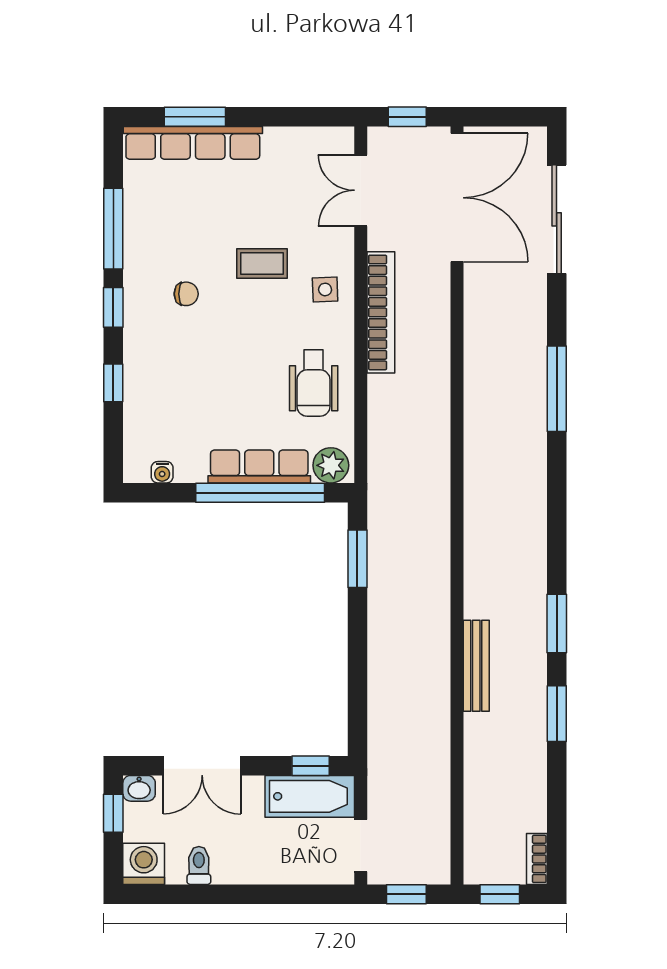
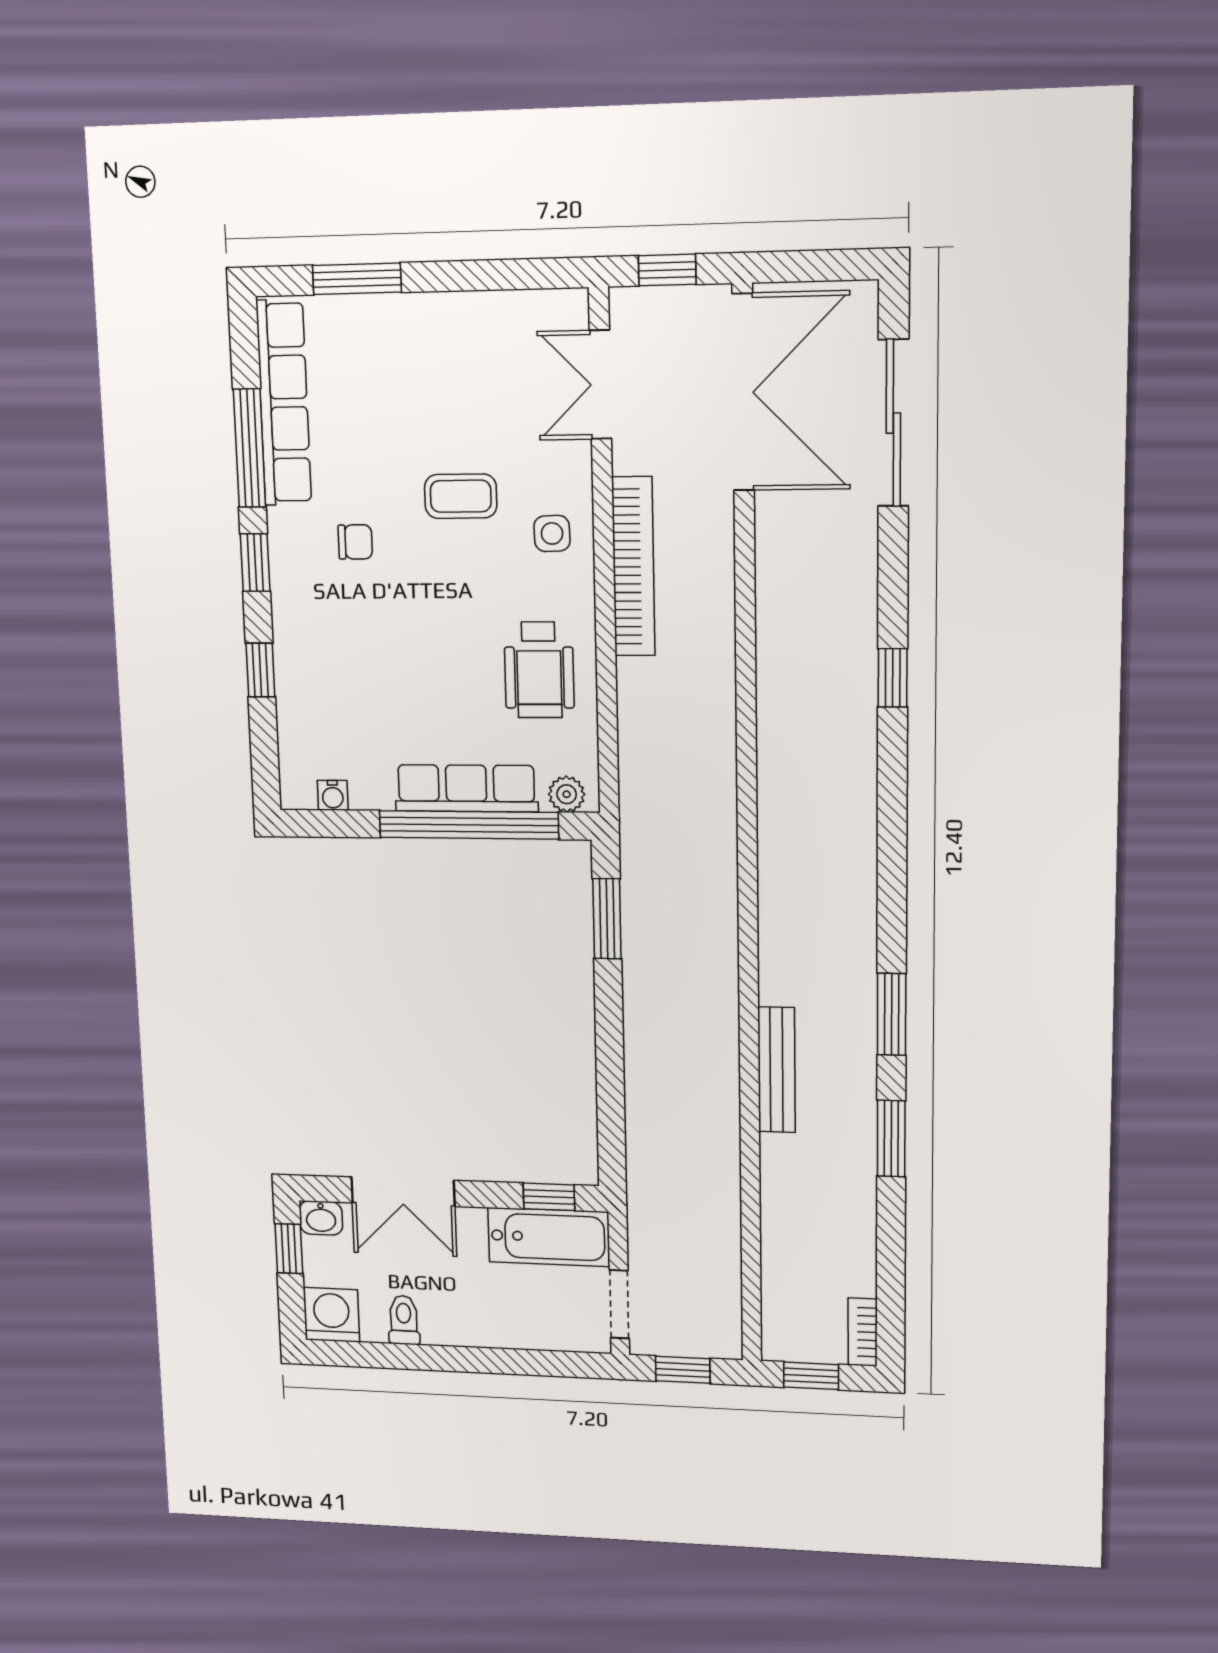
row of seats: (193, 143) -> (284, 403), moved, turned -90
window: (557, 389) -> (893, 678), width x0.46
plant: (331, 465) -> (567, 794), width x0.73, depth x0.73

